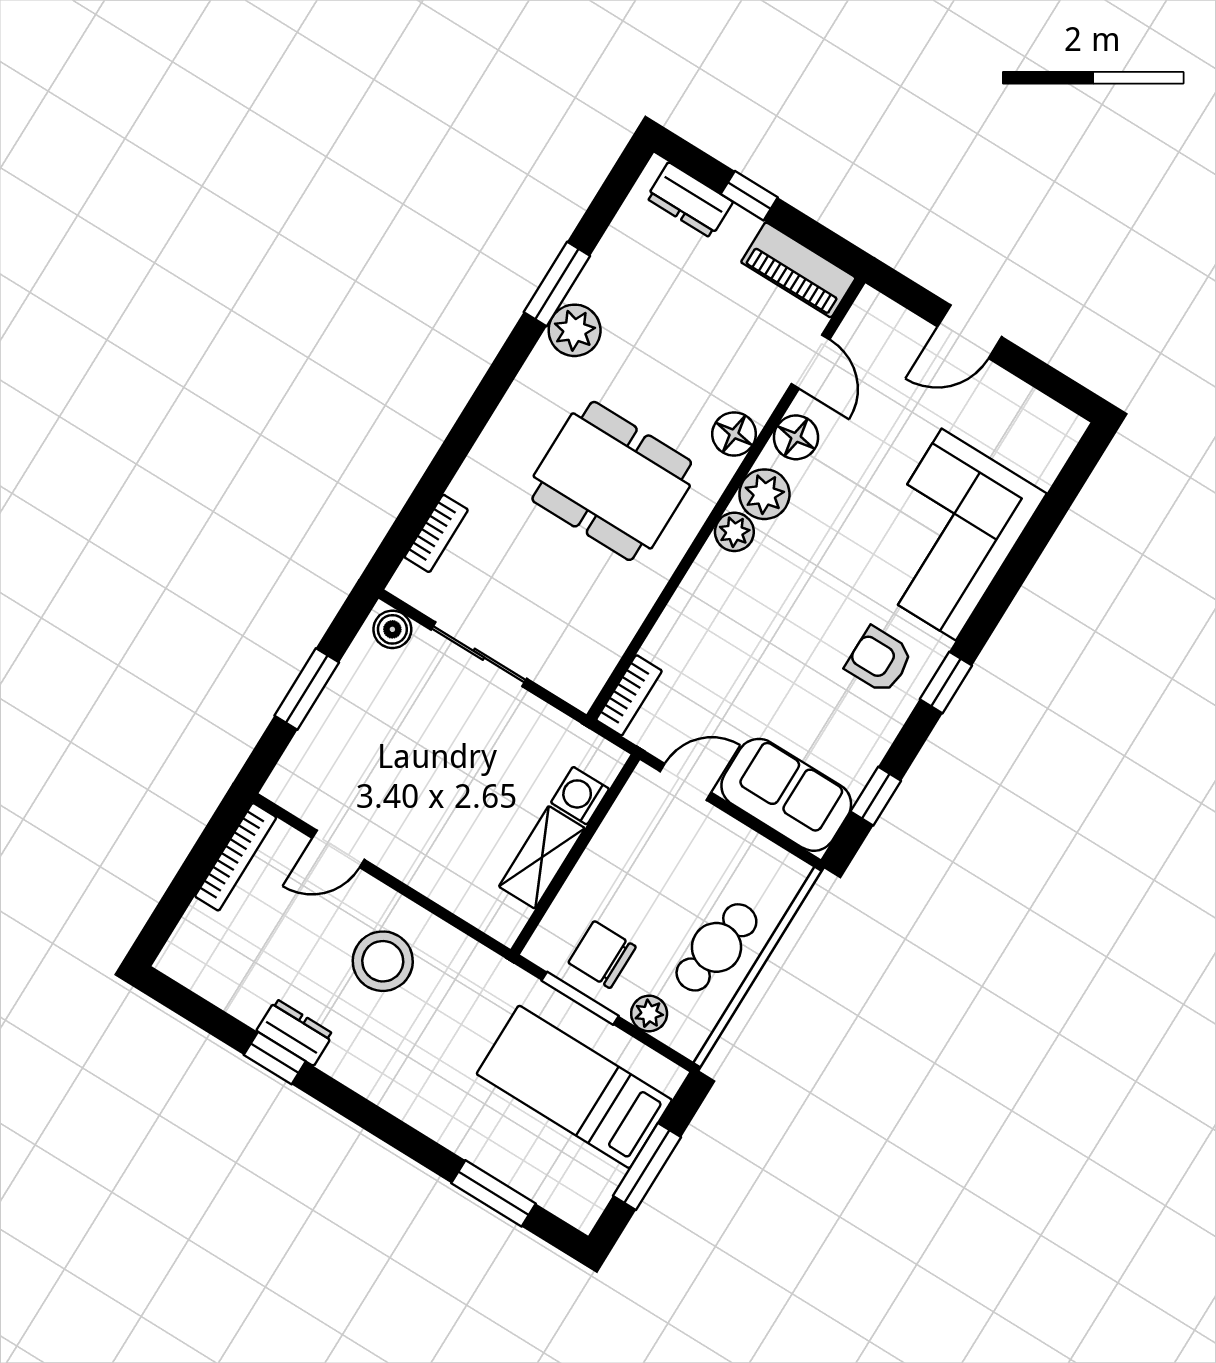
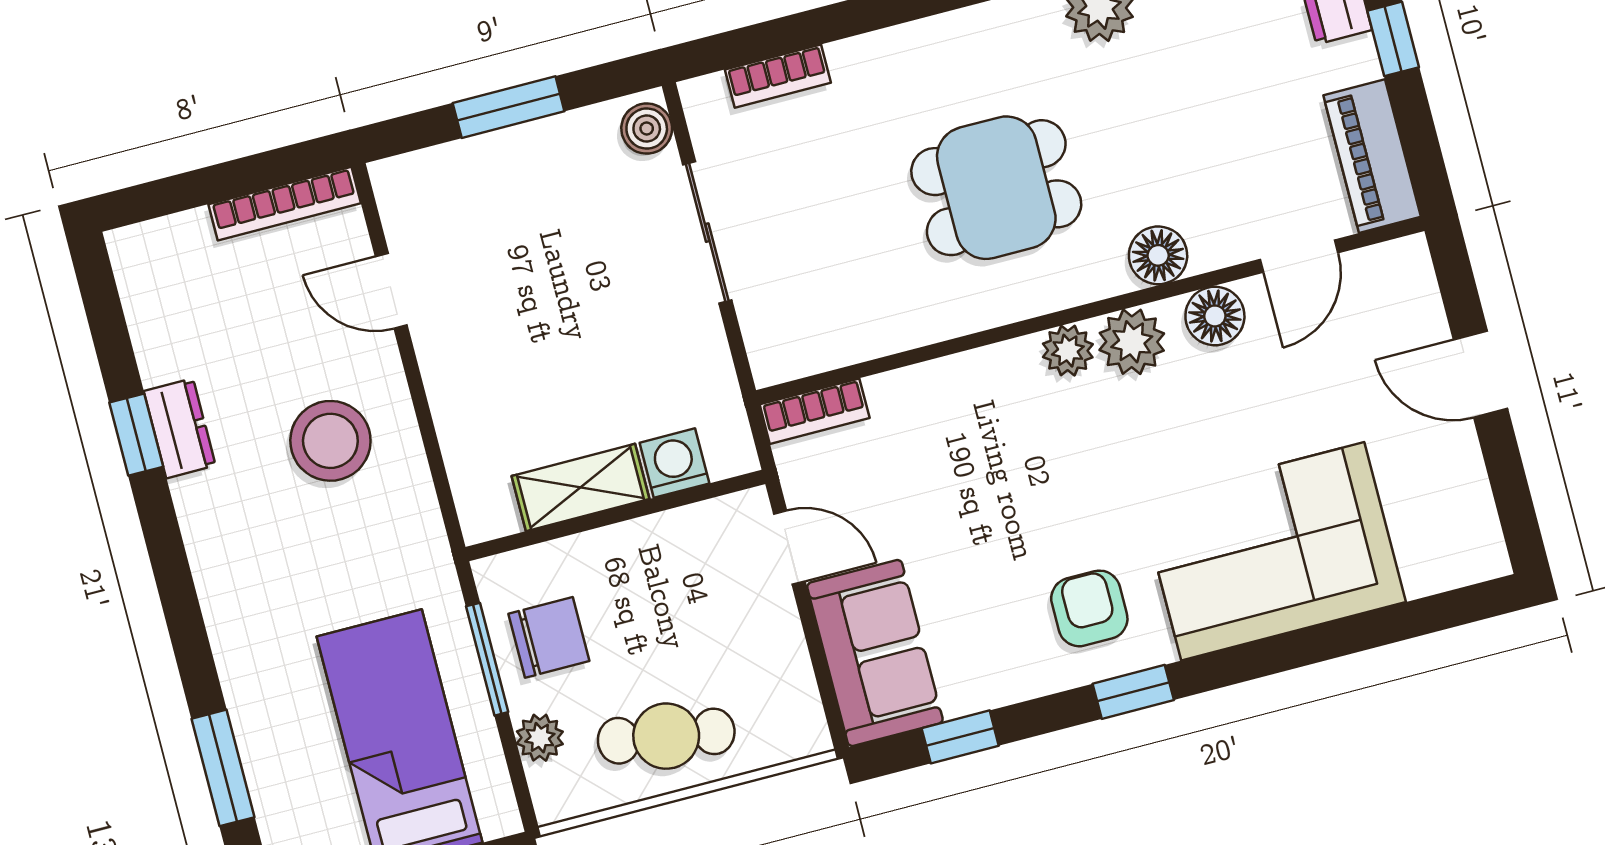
dining table: (612, 481) -> (996, 188), width x0.73
chair: (602, 955) -> (549, 637), turned 90

